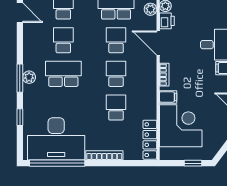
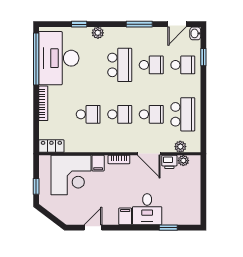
door: (158, 43) -> (149, 154), swing flipped
plant: (29, 77) -> (98, 33), moved
window: (20, 78) -> (139, 24), moved
locker: (150, 140) -> (51, 146), width x0.66

